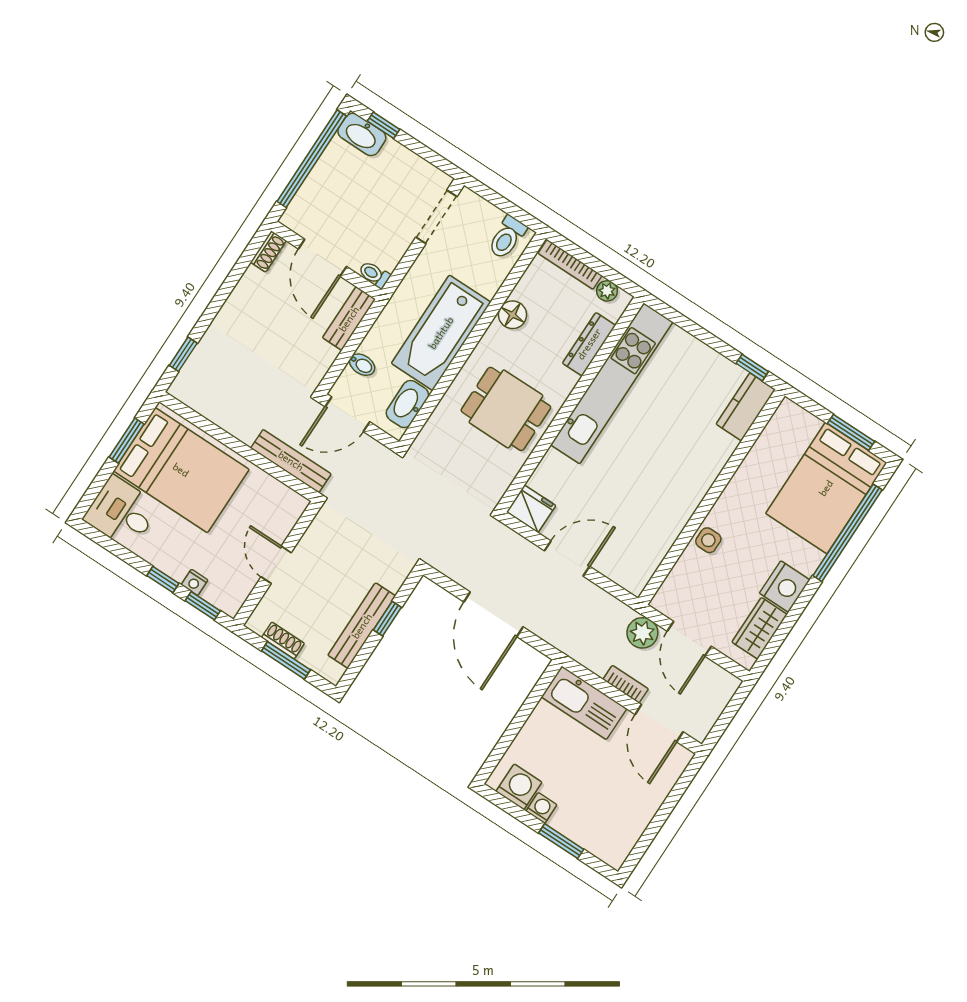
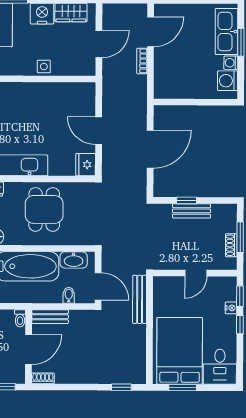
bench: (362, 626) -> (191, 211), width x0.73
plant: (642, 633) -> (111, 69), removed
kitchen sink: (584, 703) -> (227, 32), moved, turned 180

